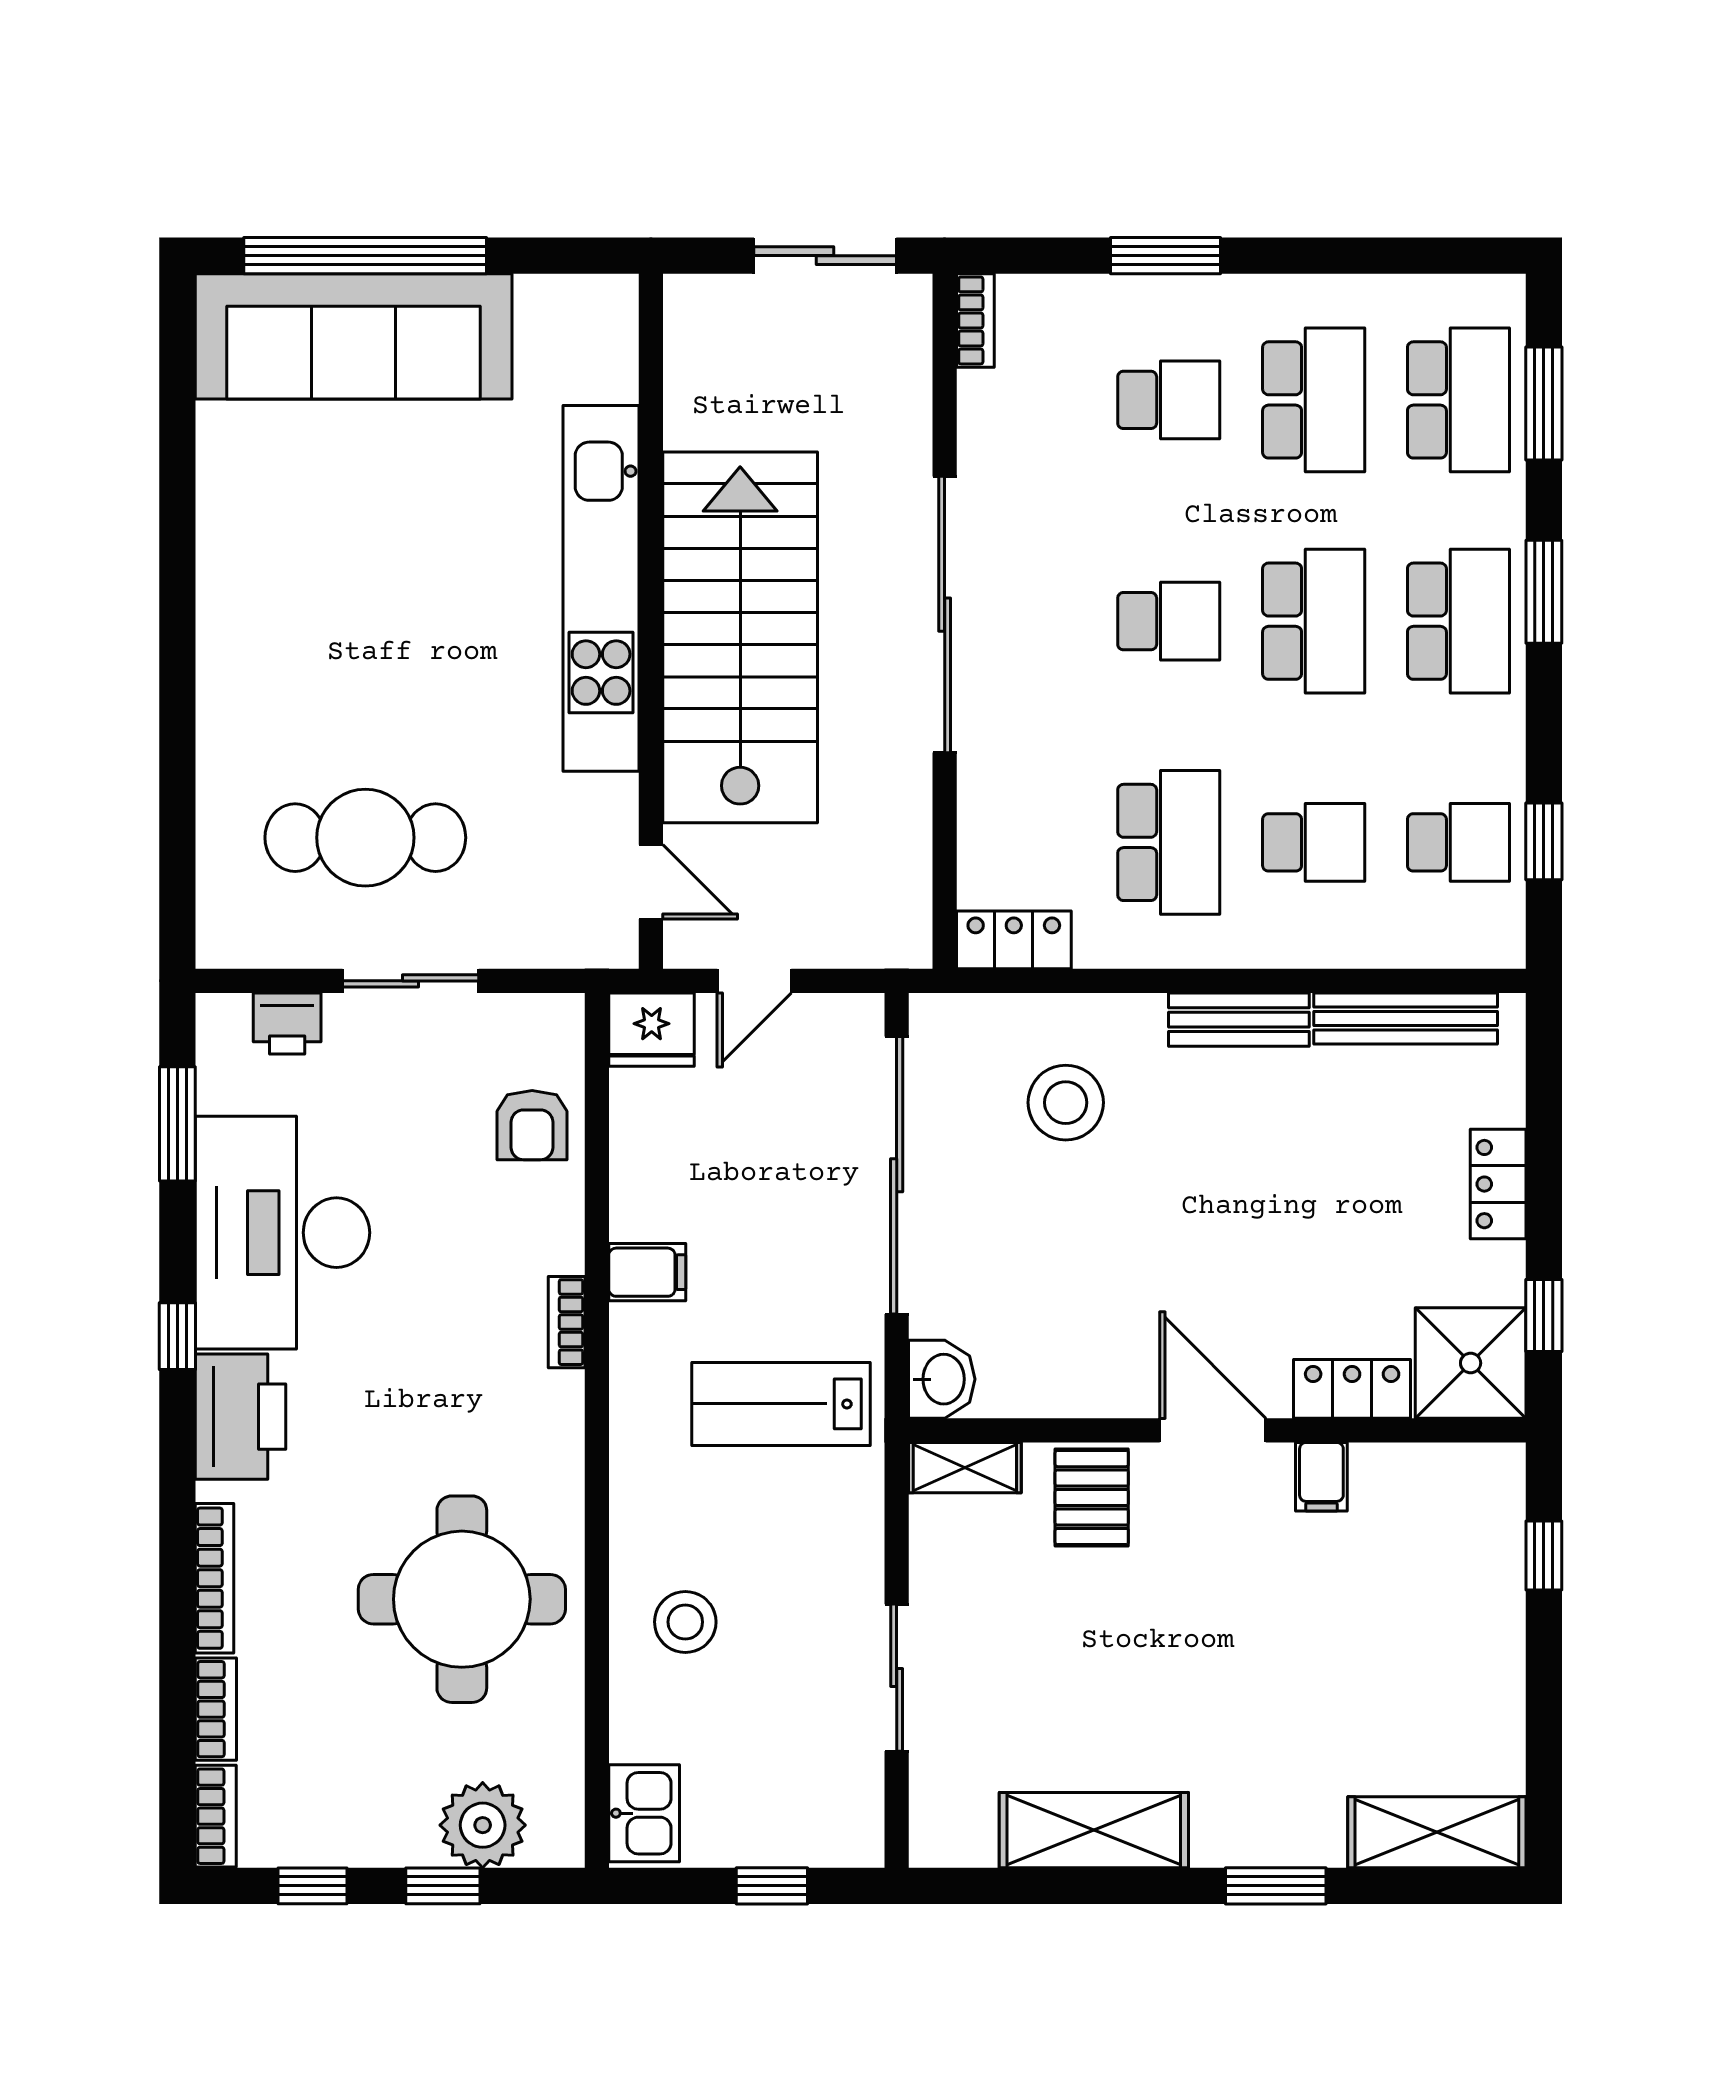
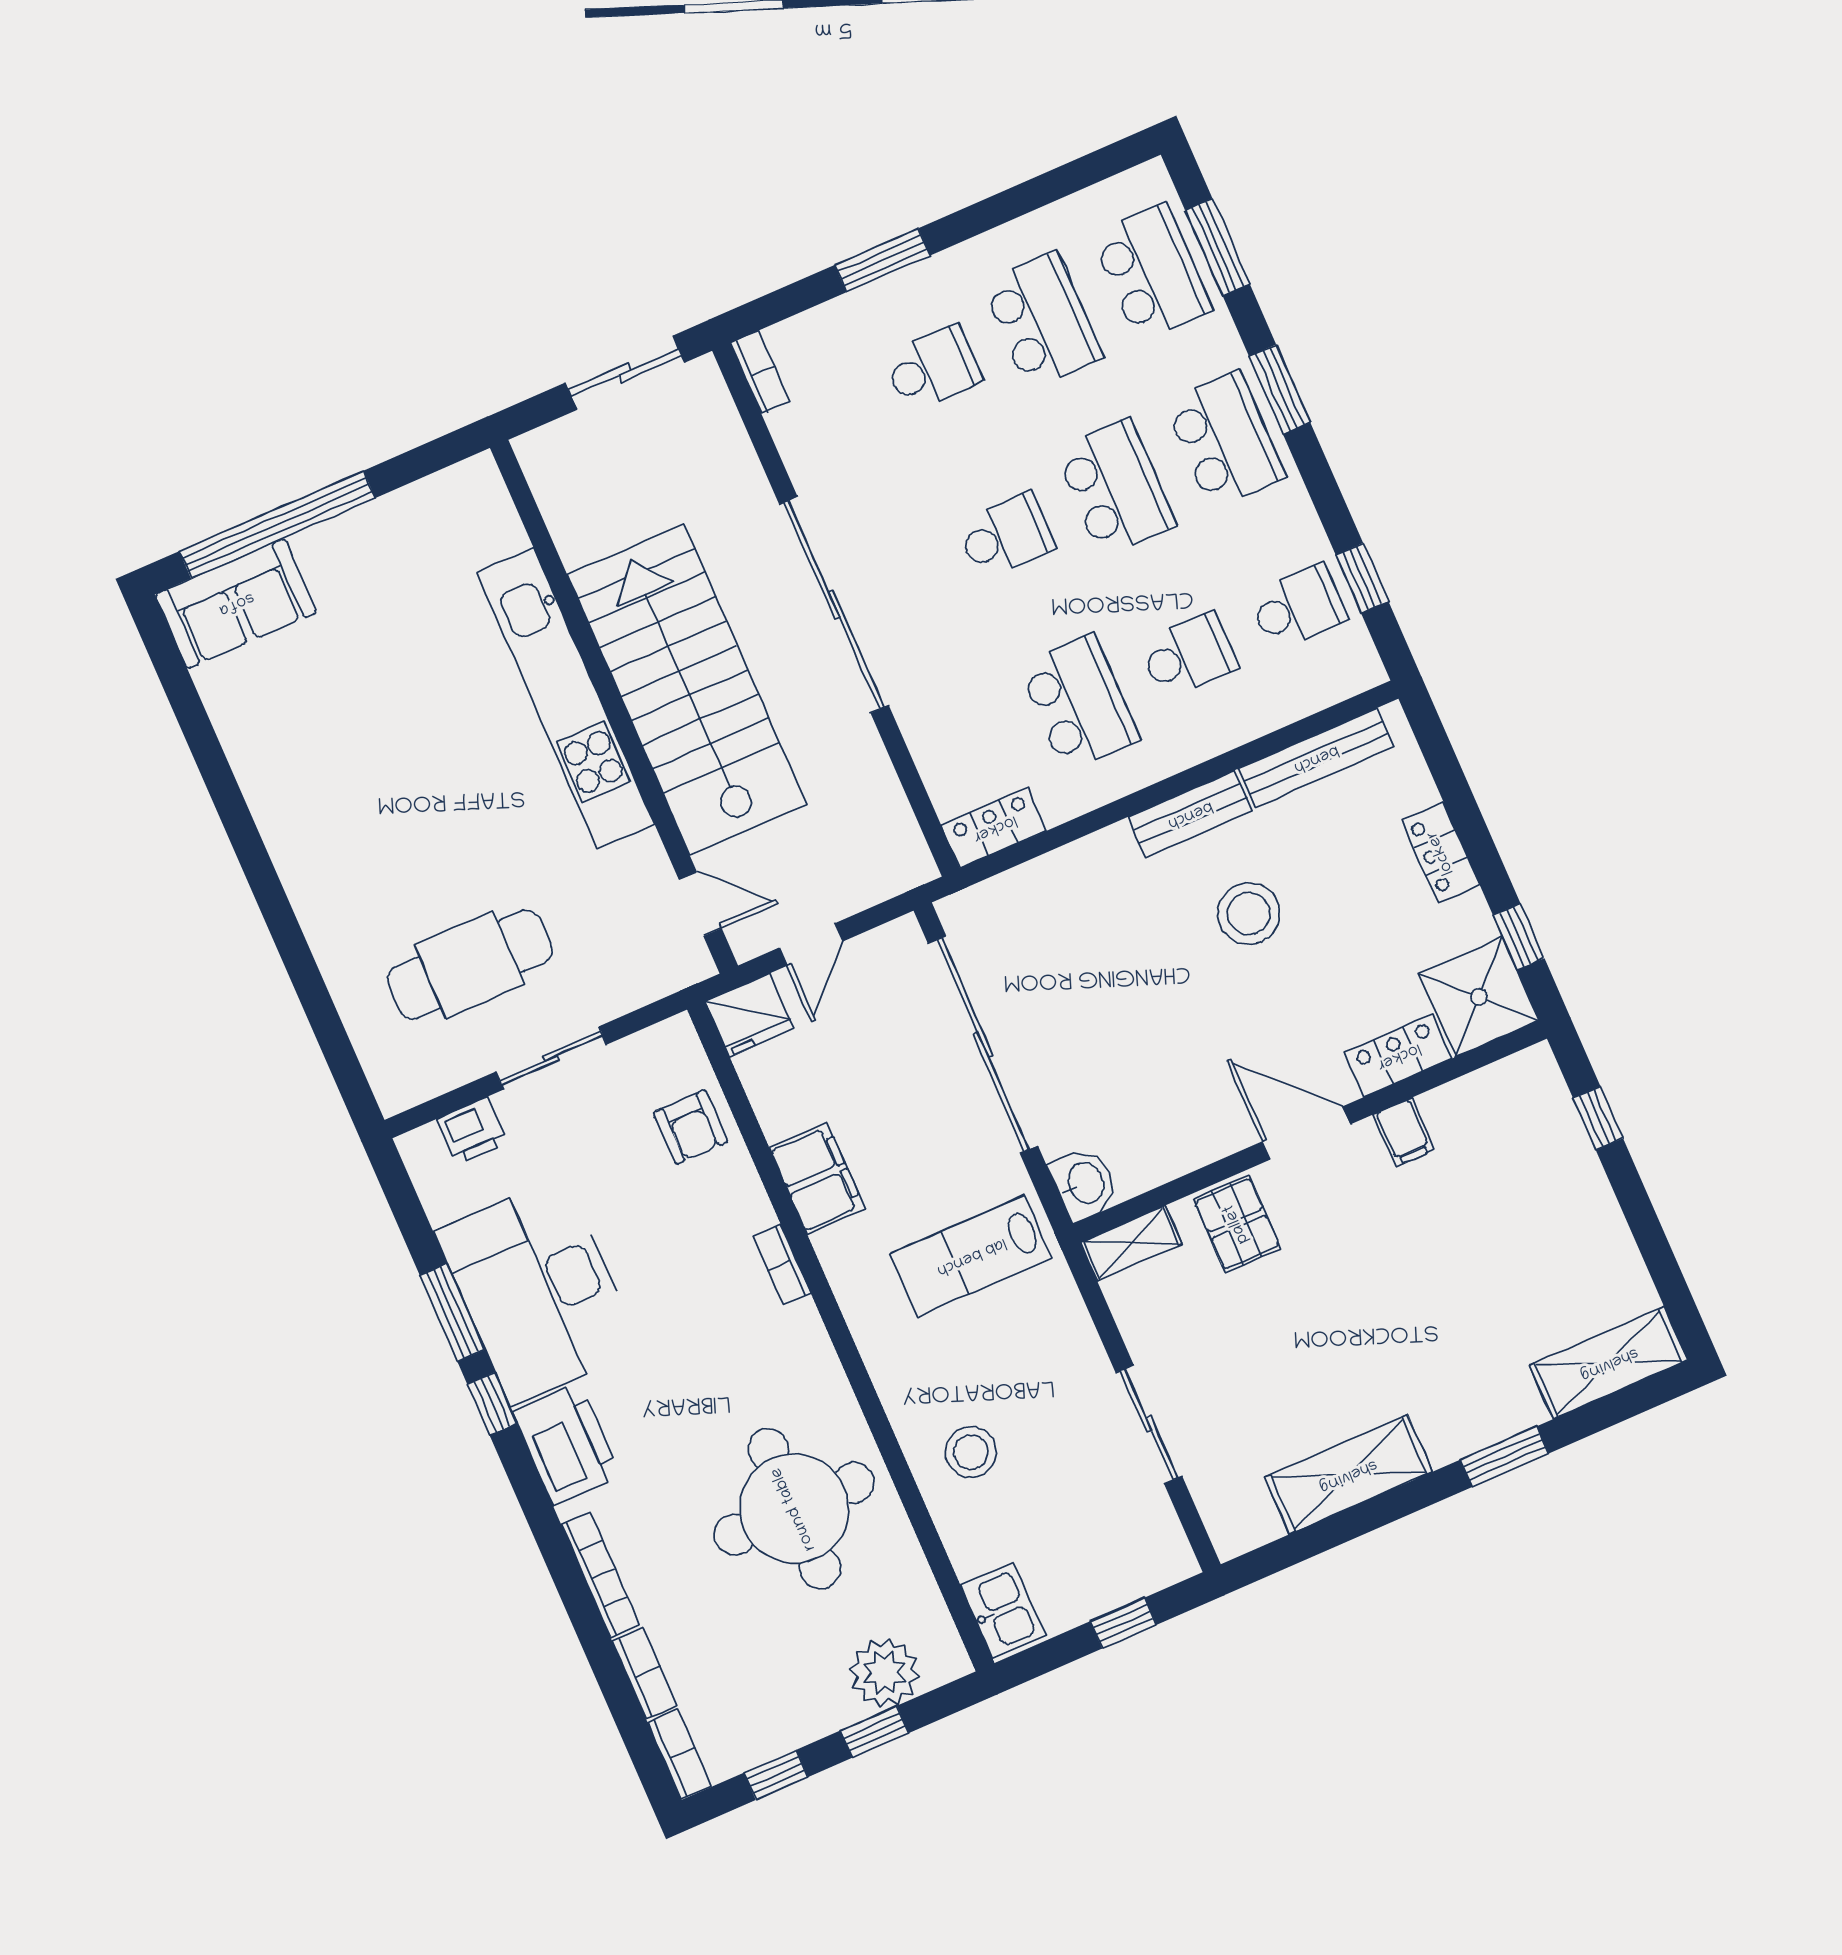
sofa: (354, 336) -> (236, 603), width x0.54, depth x0.79
stool: (1066, 1103) -> (1249, 914), moved
window: (177, 1124) -> (452, 1313), moved
filing cabinet: (647, 1272) -> (817, 1178), width x2.00

